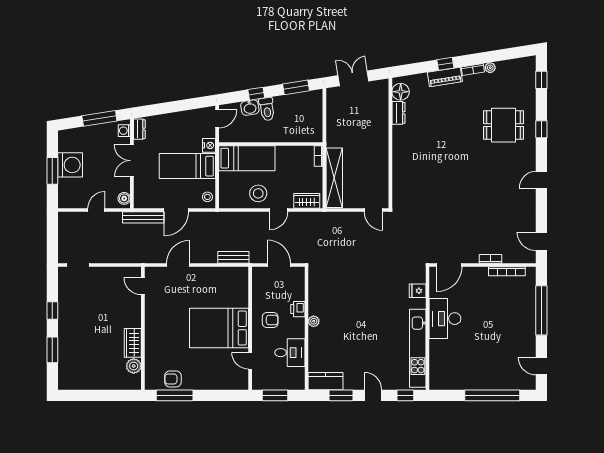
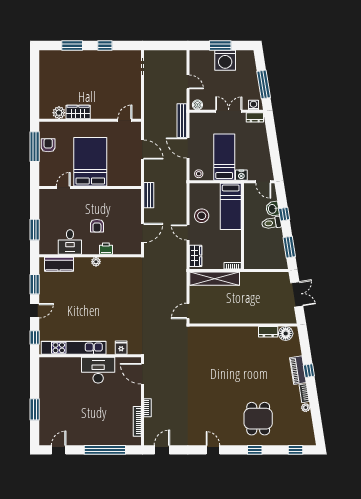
bed: (219, 328) -> (90, 162), moved
wall: (250, 328) -> (90, 187), moved
door: (250, 361) -> (63, 187), moved
kitchen counter: (326, 381) -> (59, 264), moved, turned 90
window: (492, 395) -> (35, 409), width x0.47

